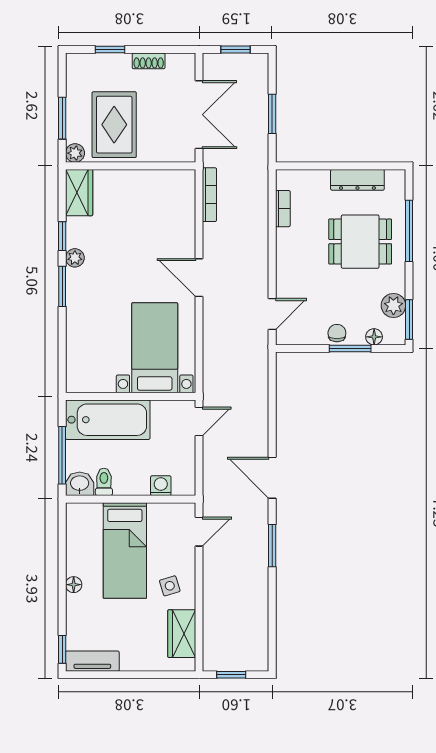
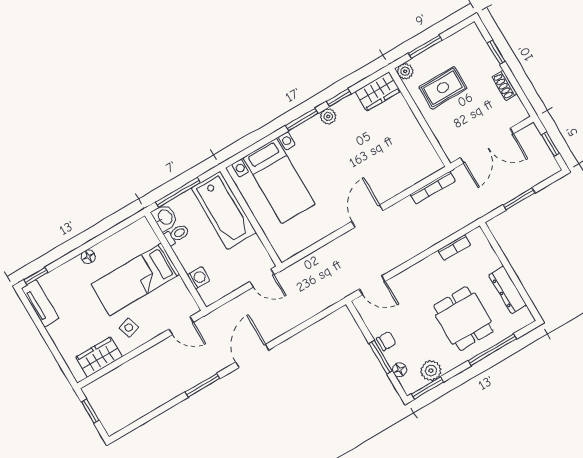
rug: (114, 125) -> (443, 88), width x0.73, depth x0.70
bed with nightstands: (155, 348) -> (279, 181), moved, turned 90

